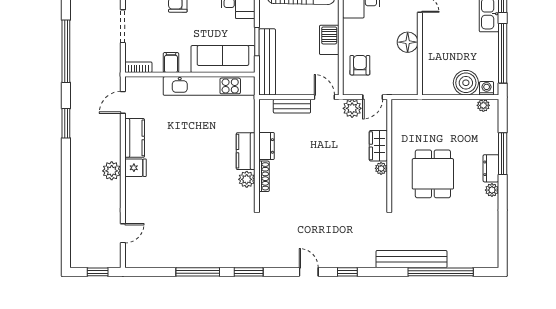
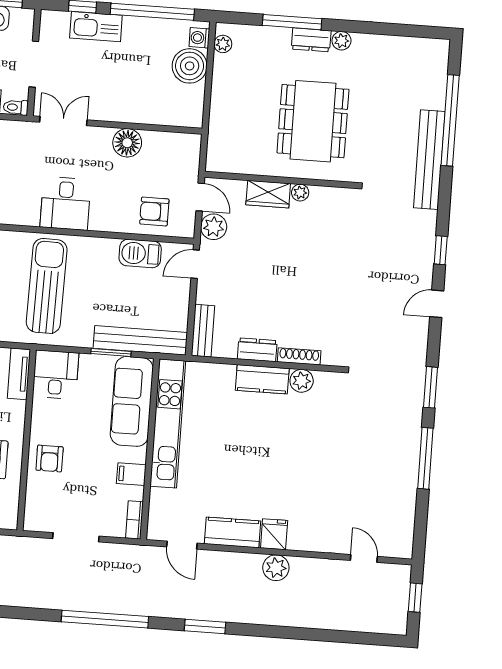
barbecue: (329, 40) -> (140, 253), moved
bench: (292, 106) -> (203, 331), moved
dining table: (433, 174) -> (313, 121), width x1.37

